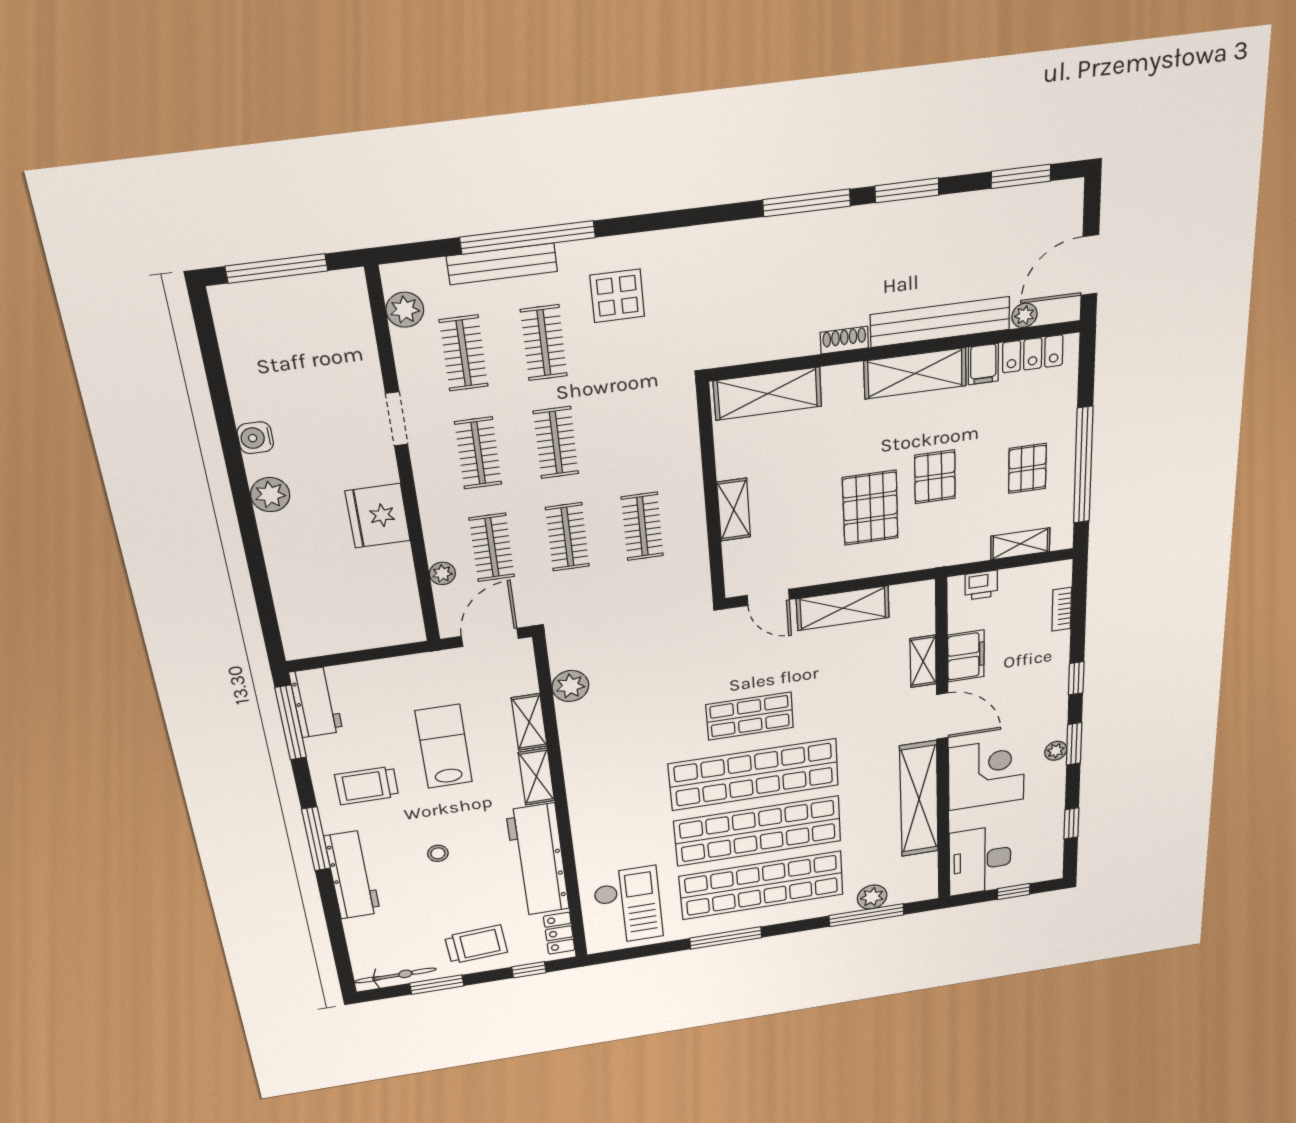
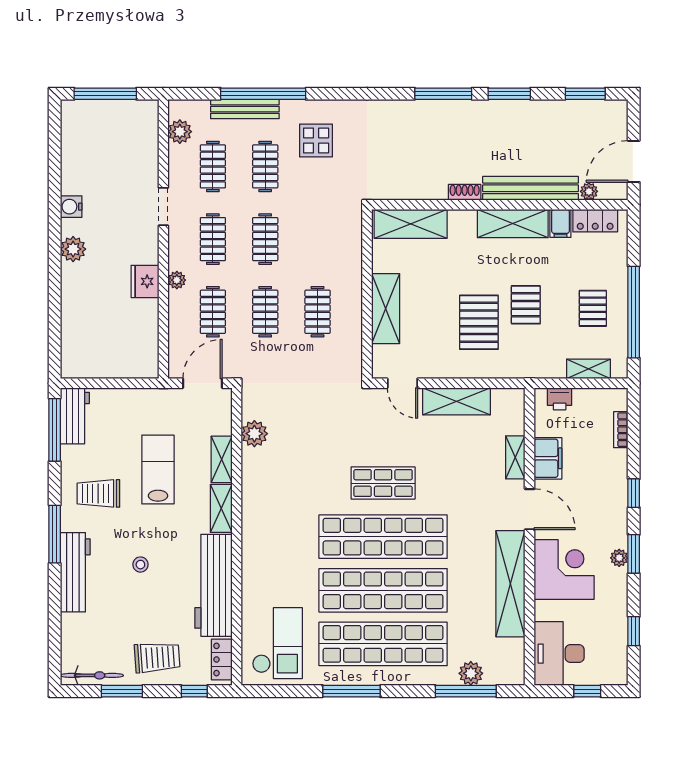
shelving: (734, 510) -> (386, 309), width x1.50, depth x1.33
fridge: (378, 516) -> (145, 281), width x0.73, depth x0.75
plant: (442, 573) -> (177, 280), moved

